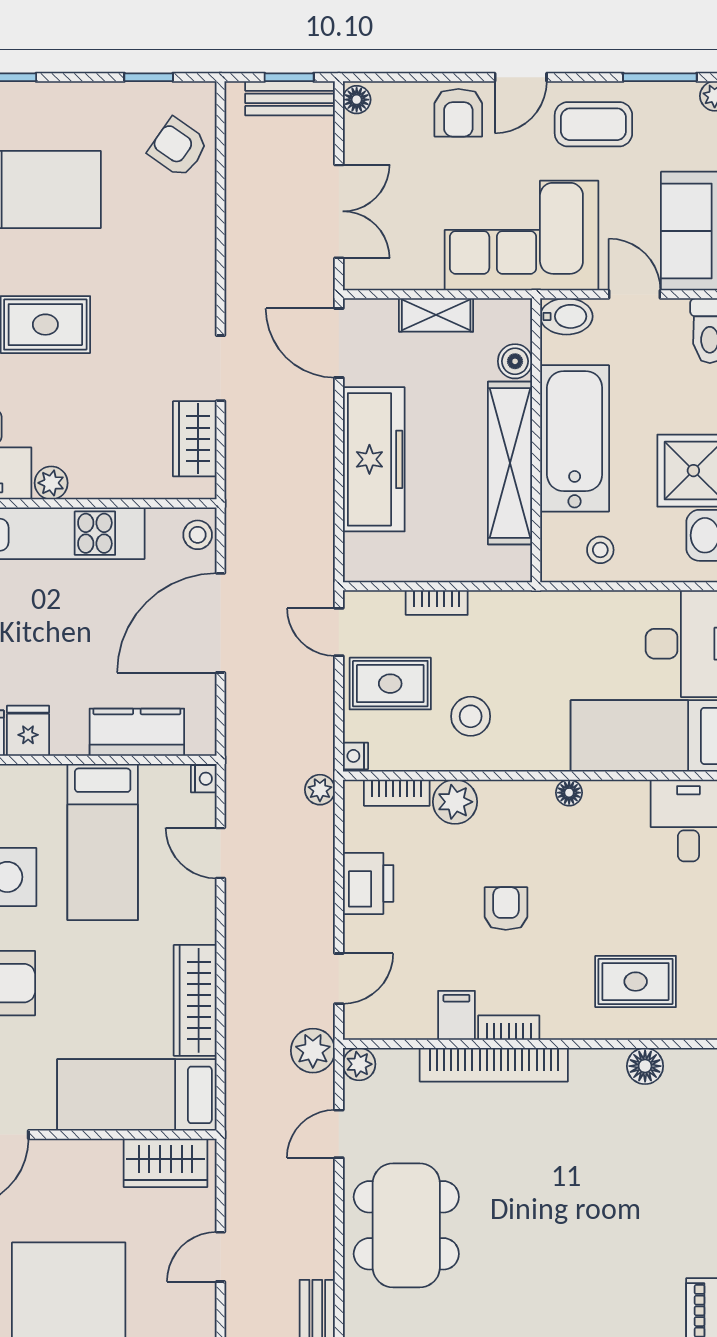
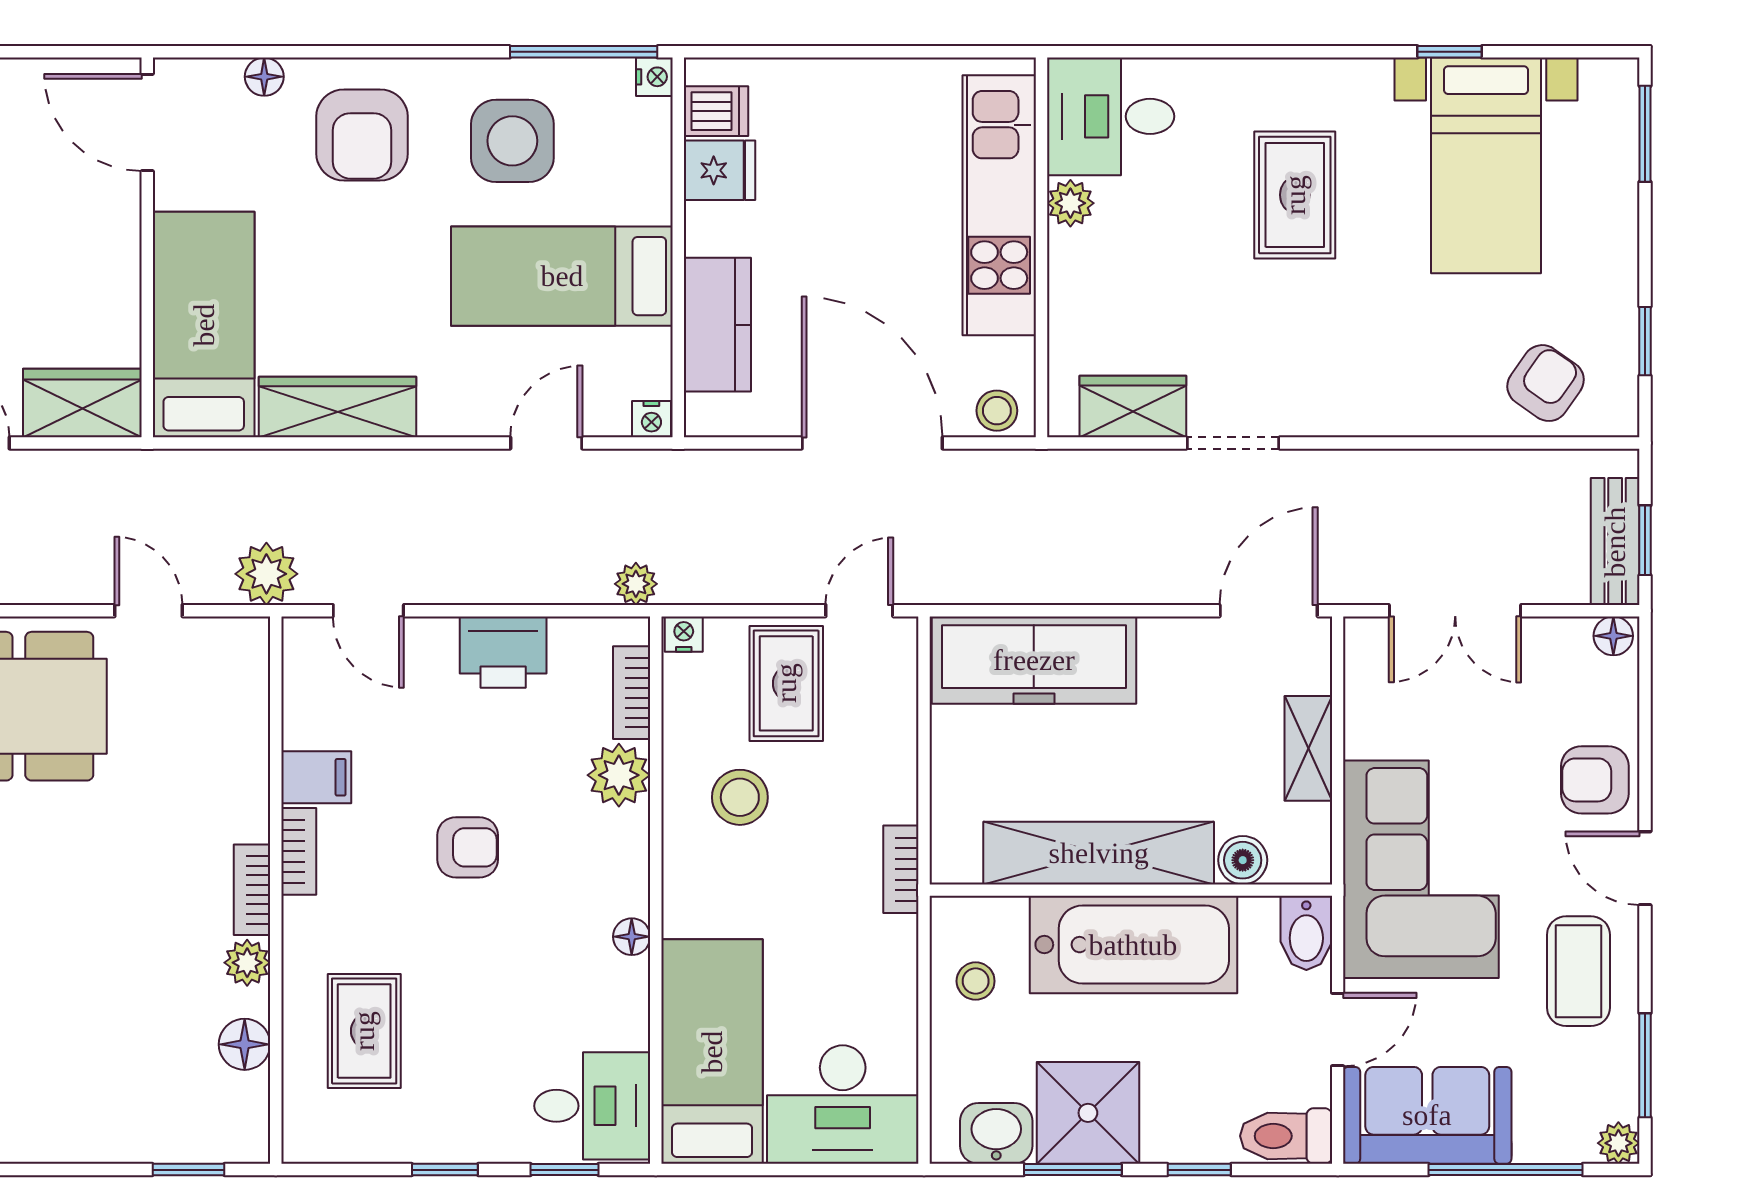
freezer: (374, 459) -> (1034, 660), moved
bookcase: (437, 603) -> (901, 869), moved
plant: (359, 1064) -> (247, 963), moved
bookcase: (494, 1065) -> (252, 890), width x0.43, depth x0.76
wardrobe: (165, 1163) -> (82, 403), moved, turned 90

